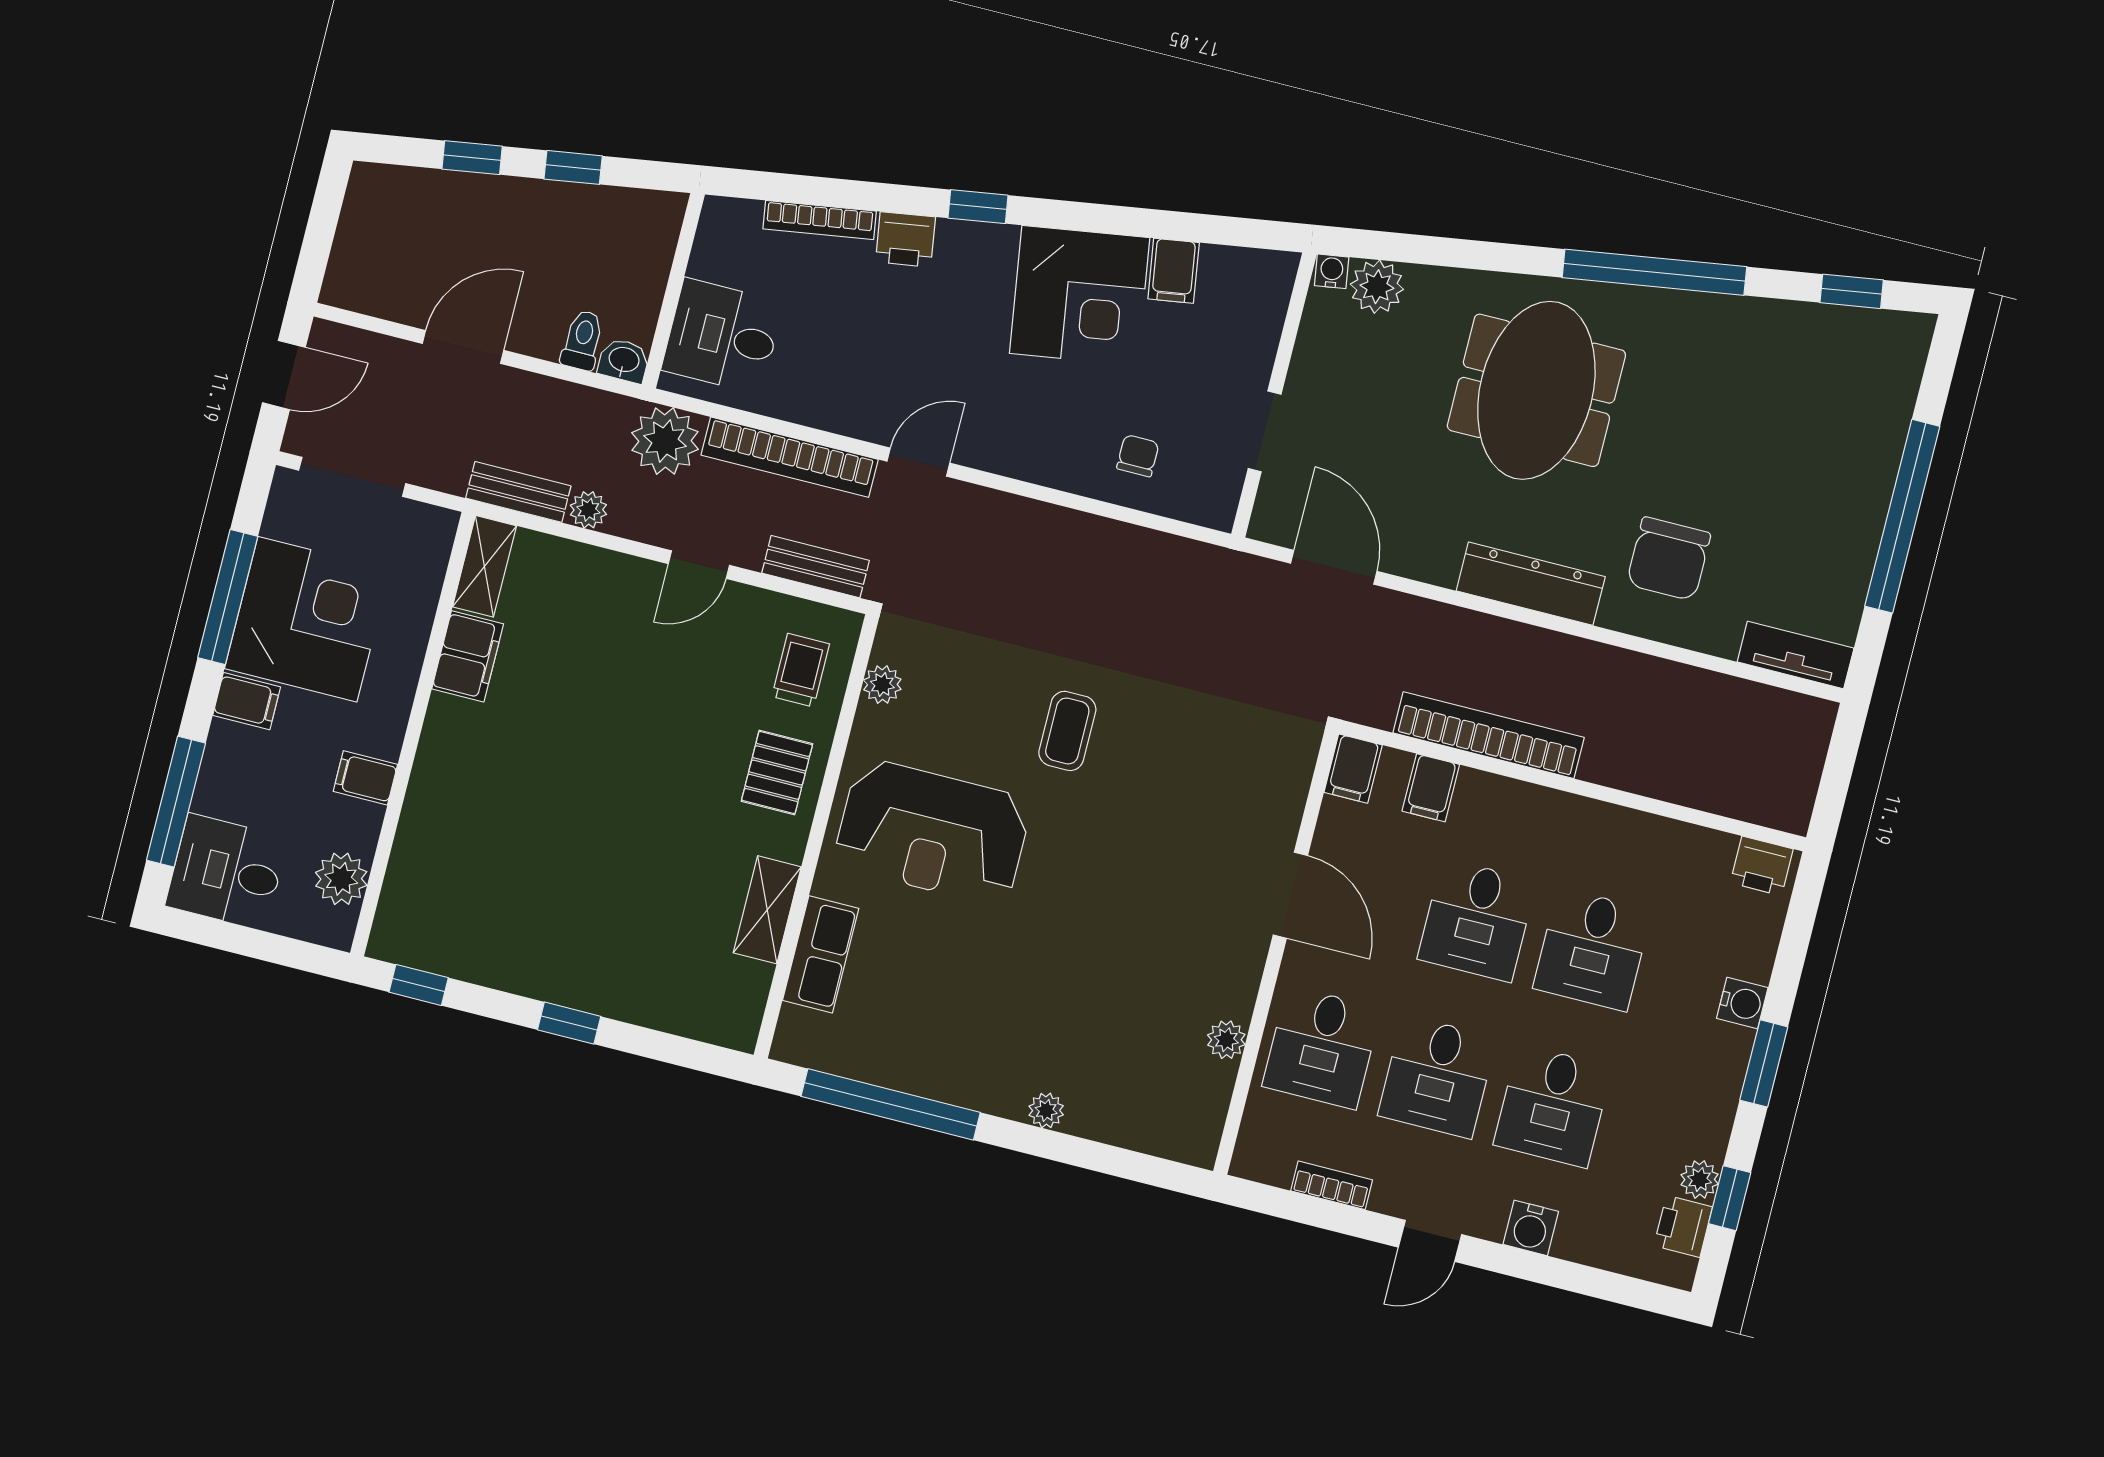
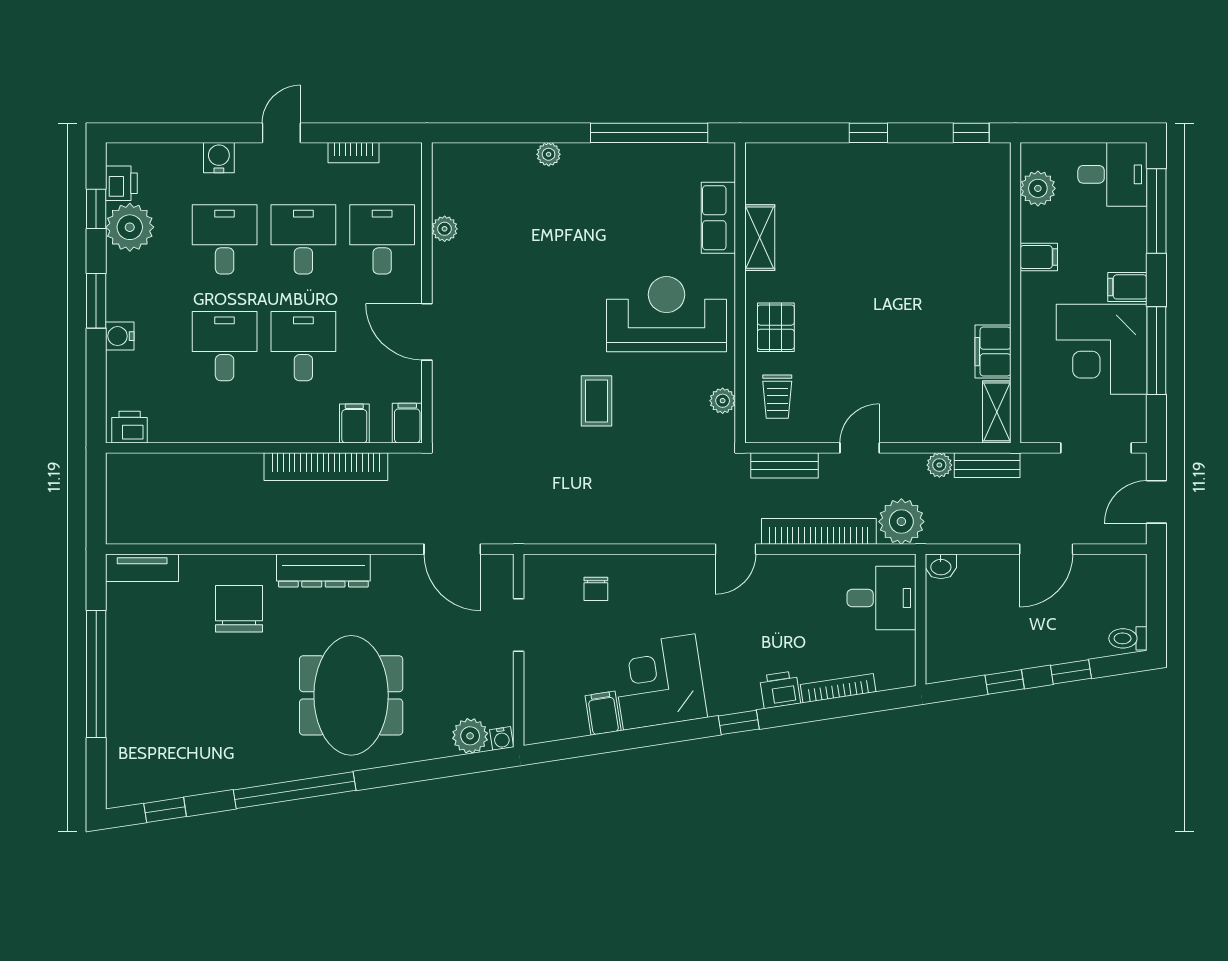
toilet: (583, 340) -> (1128, 638), moved, turned 90
plant: (1700, 1179) -> (130, 227), width x1.88, depth x1.88

